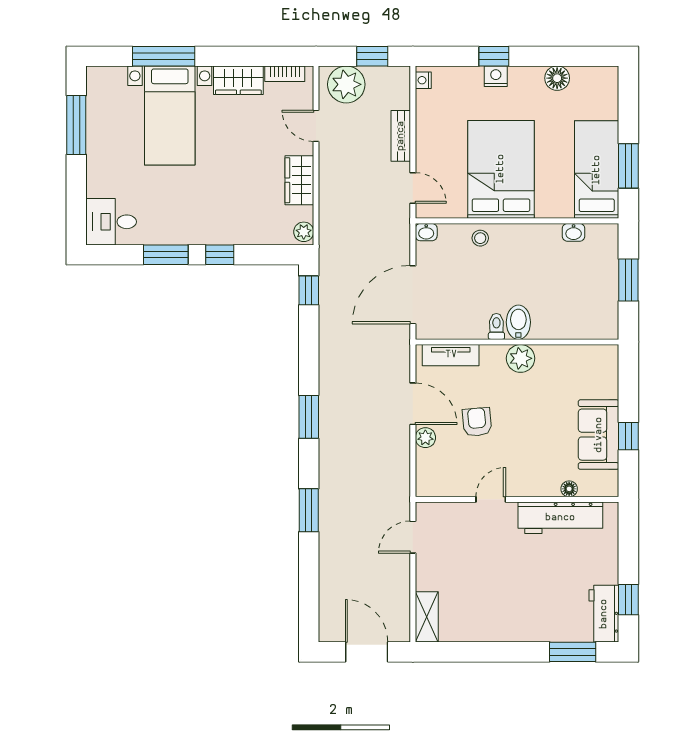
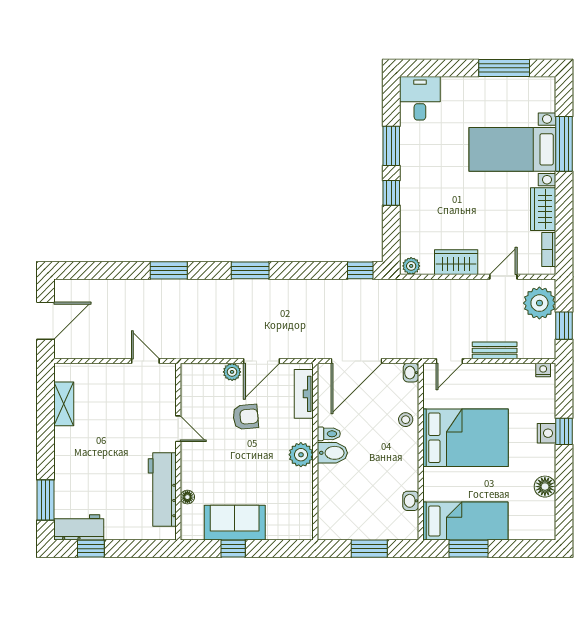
door: (413, 295) -> (356, 361), swing flipped
shelving: (427, 617) -> (64, 404), moved, turned 90

